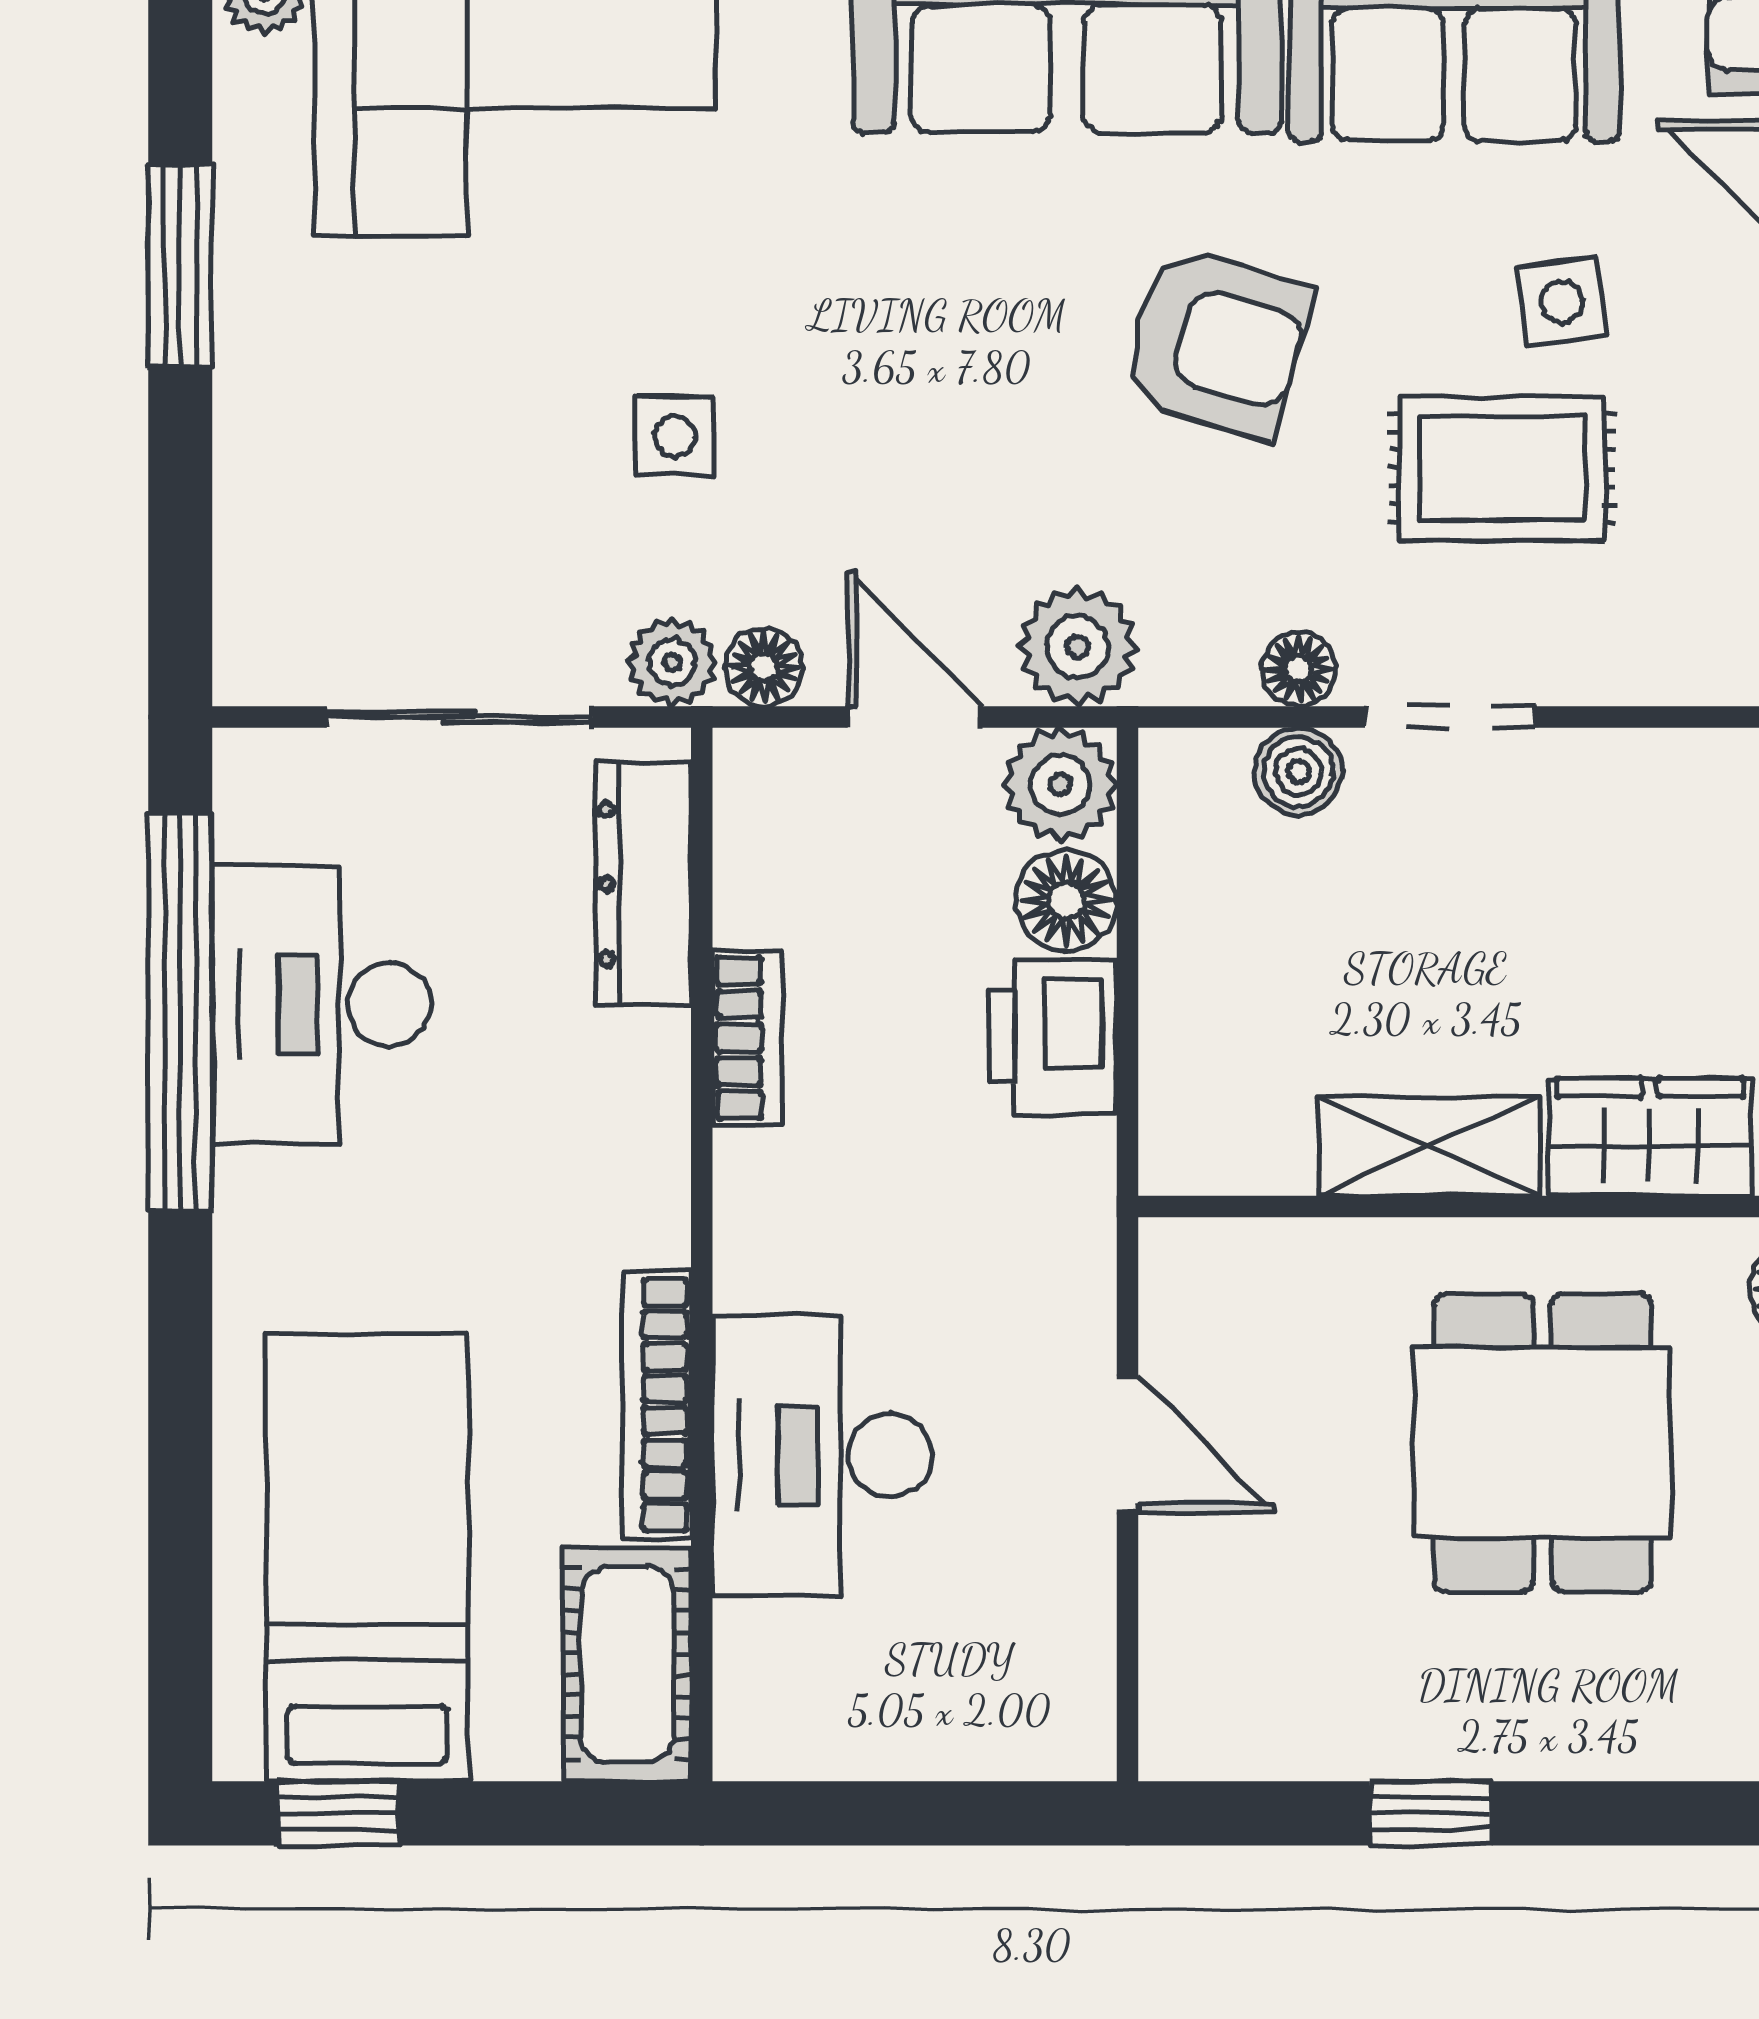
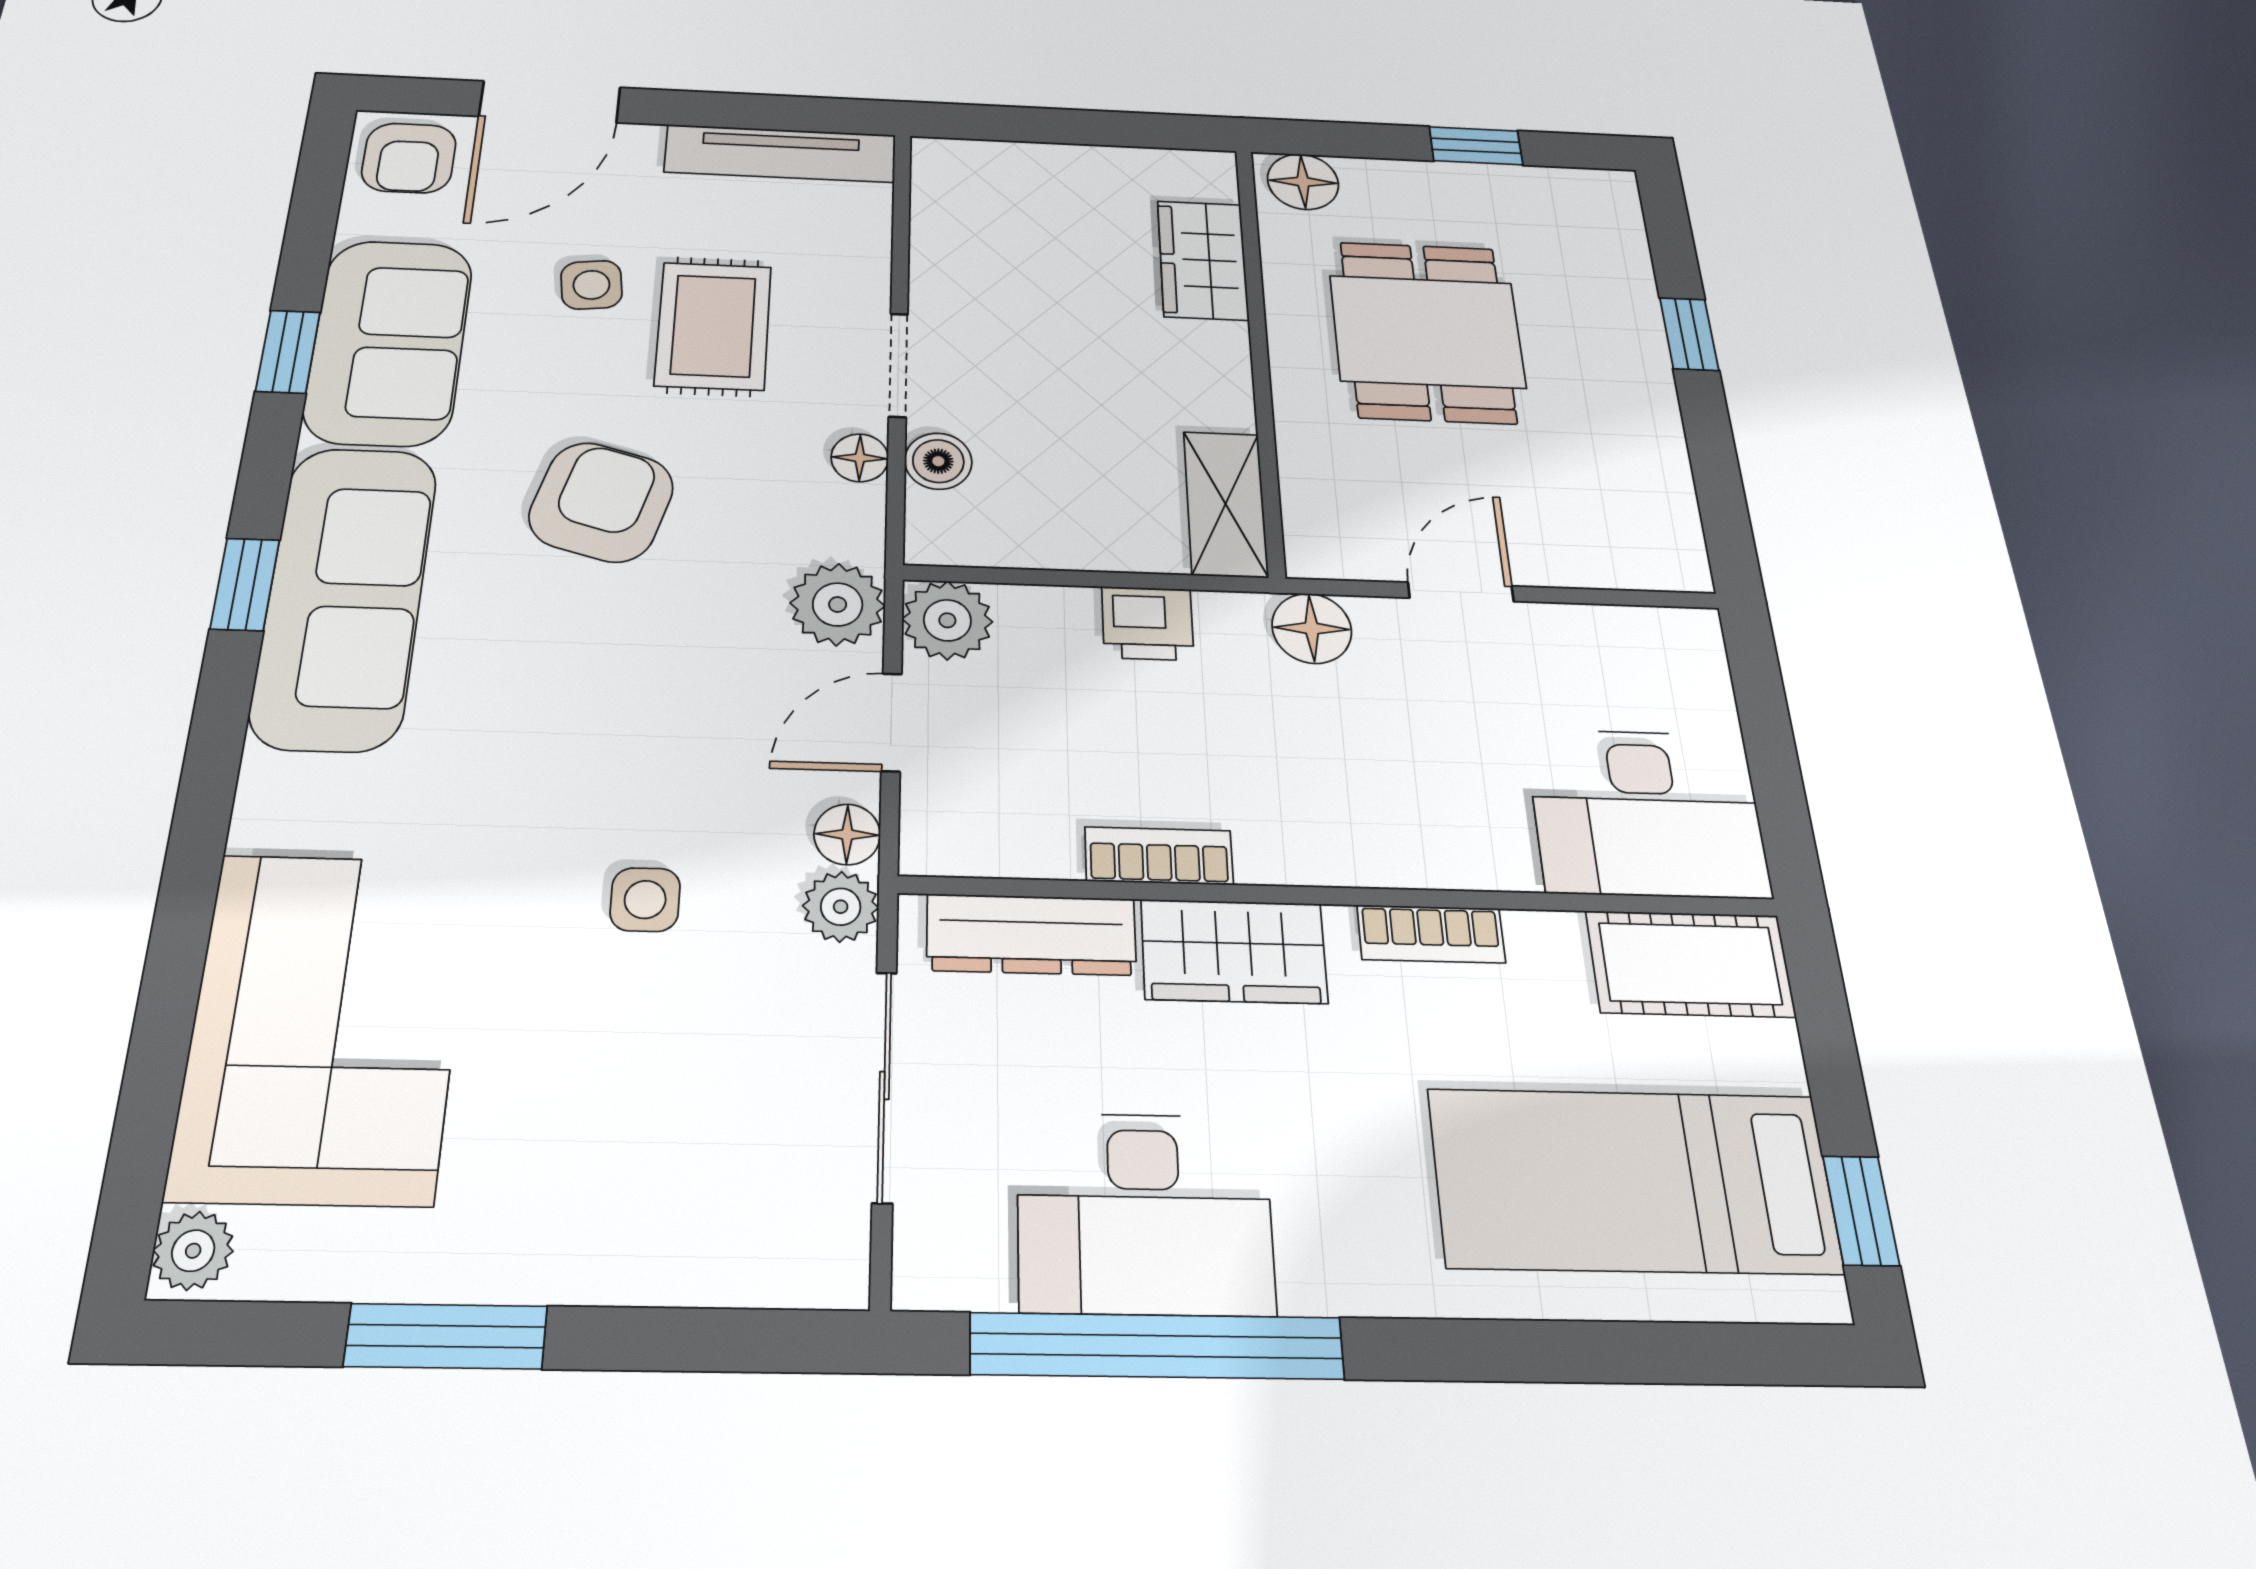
floor lamp: (1066, 900) -> (1312, 628), moved
printer: (1053, 1037) -> (1148, 623), width x0.73, depth x0.81
wardrobe: (629, 1121) -> (1234, 951), added
shelving: (1430, 1146) -> (1226, 504), moved
bookcase: (657, 1405) -> (1431, 934), width x0.64
dining table: (1543, 1443) -> (1427, 332), turned 90
desk: (822, 1455) -> (1647, 813), moved
window: (1431, 1813) -> (1689, 334), moved

